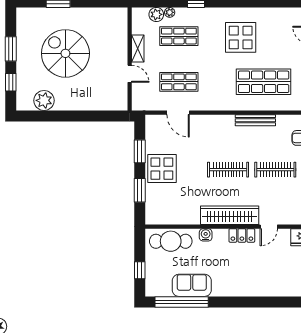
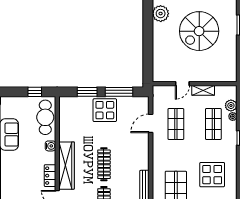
spiral stairs: (65, 53) -> (199, 31), turned 180
window: (140, 151) -> (119, 92), width x1.44
window: (140, 270) -> (35, 92), moved

